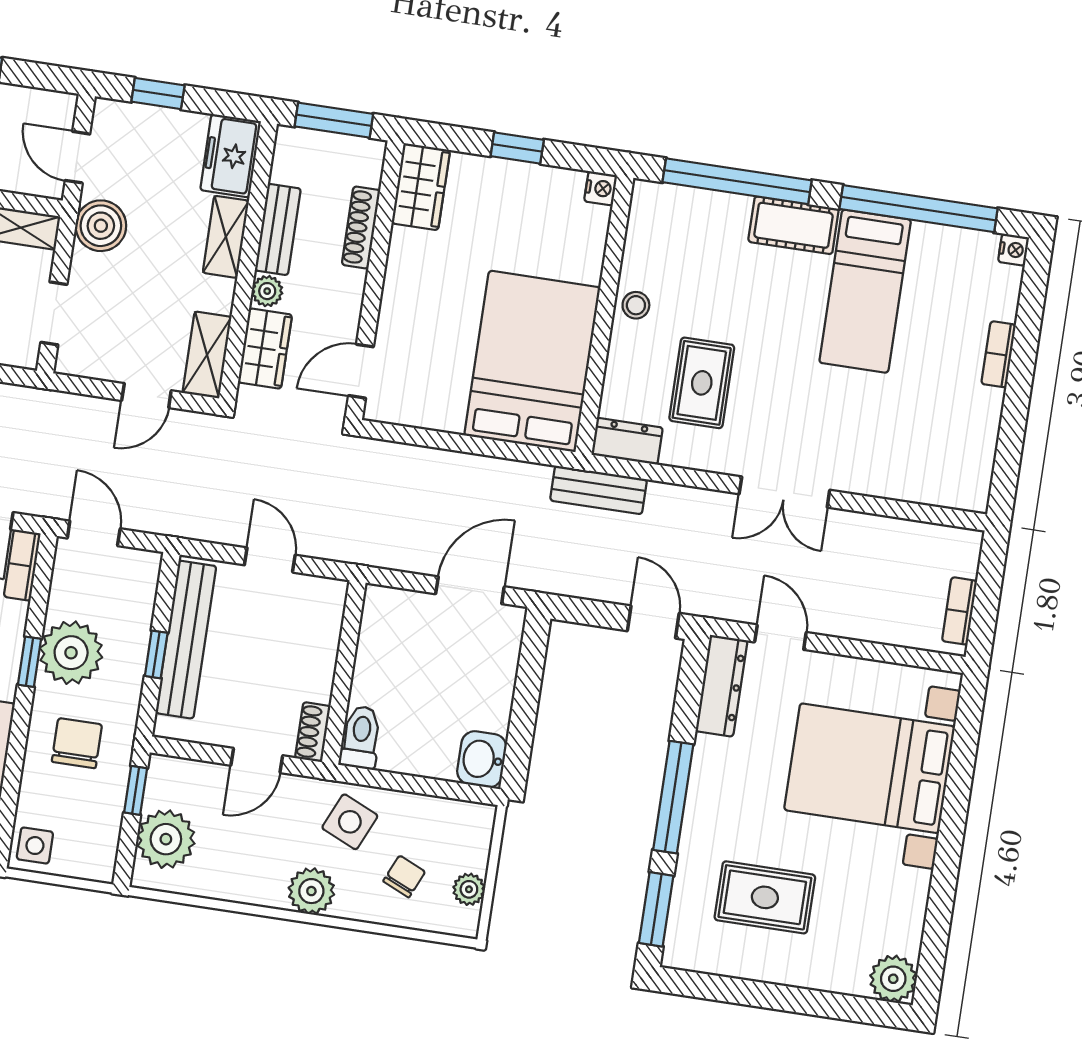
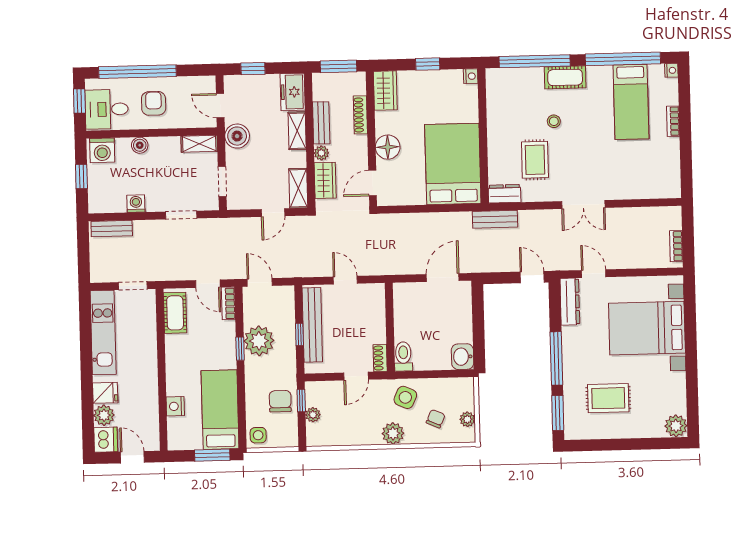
bed: (865, 291) -> (631, 102), moved
floor lamp: (405, 303) -> (388, 147), added
stool: (636, 305) -> (554, 121), moved
chair: (77, 743) -> (280, 401), moved
plant: (166, 839) -> (313, 415), width x0.53, depth x0.53

